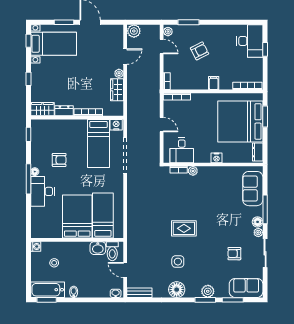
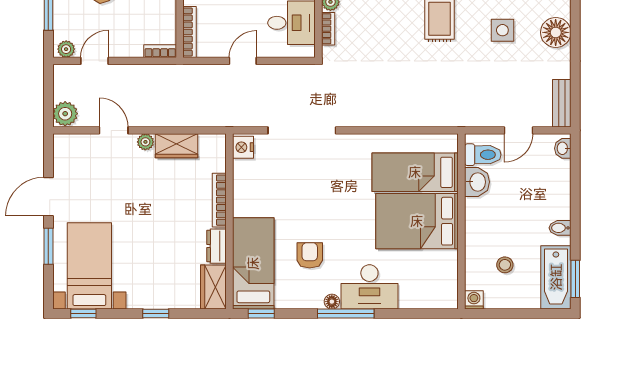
bed: (98, 143) -> (253, 263), moved, turned -90

